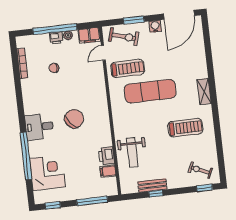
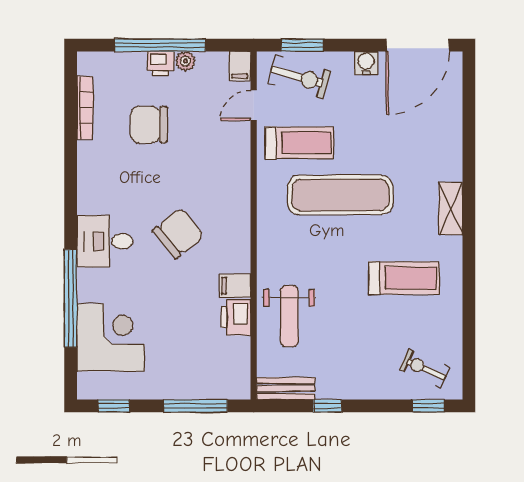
window: (134, 20) -> (303, 45), moved
filing cabinet: (89, 35) -> (240, 66), width x0.50
chair: (54, 68) -> (149, 125), width x1.87, depth x1.87
filing cabinet: (108, 171) -> (235, 286), moved
bench: (152, 185) -> (286, 389), moved

